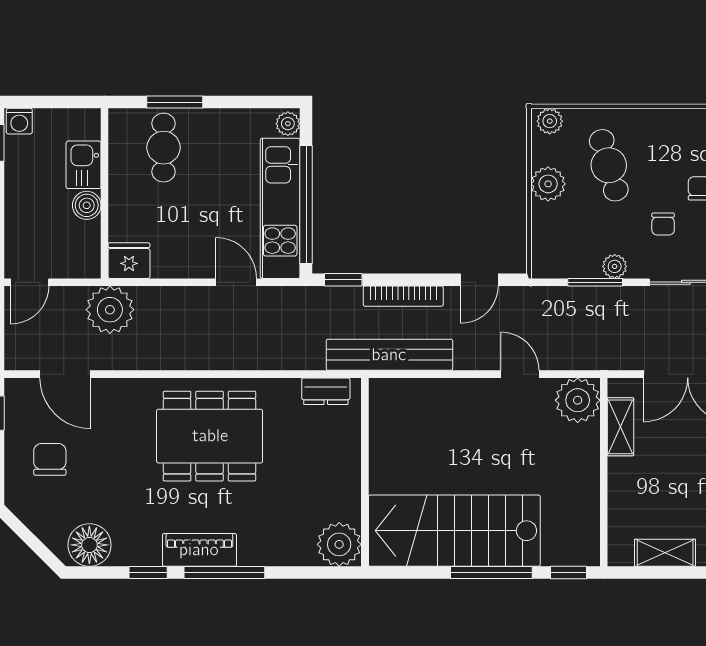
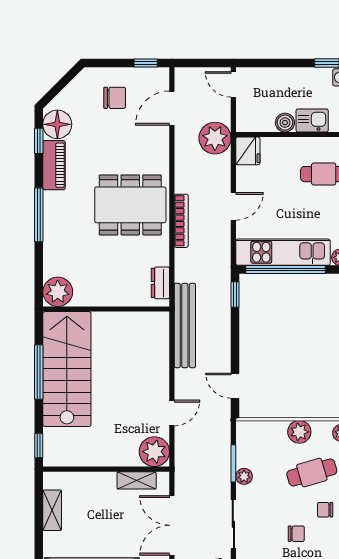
chair: (663, 224) -> (325, 510), moved
door: (236, 282) -> (233, 206), moved
bookcase: (403, 296) -> (181, 221), moved, turned 180
dining table: (210, 436) -> (130, 205), turned 90
piano: (199, 550) -> (54, 165), moved
window: (148, 573) -> (39, 141), moved
window: (491, 573) -> (39, 372), moved

